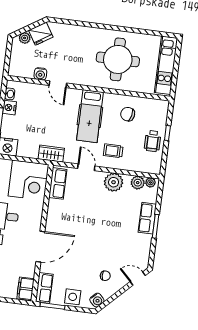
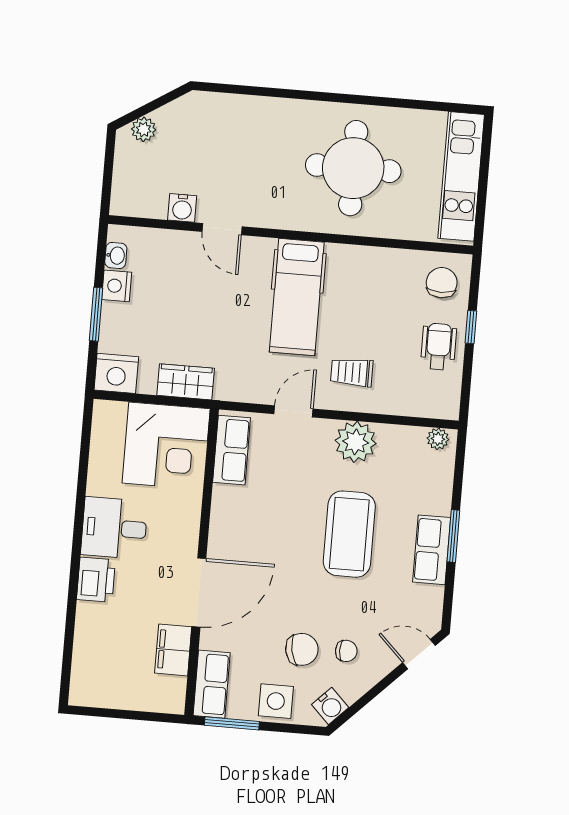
fridge: (41, 34) -> (179, 118), removed
chair: (128, 114) -> (442, 283), moved, turned 78
wheelchair: (153, 141) -> (439, 346), turned 180
wardrobe: (51, 154) -> (186, 382), moved
door: (86, 167) -> (294, 411), hinge flipped
plant: (138, 183) -> (409, 440), removed
row of seats: (147, 218) -> (432, 550), moved
coffee table: (109, 223) -> (349, 534), added
chair: (85, 274) -> (302, 649), added
filing cabinet: (26, 289) -> (173, 650), moved

